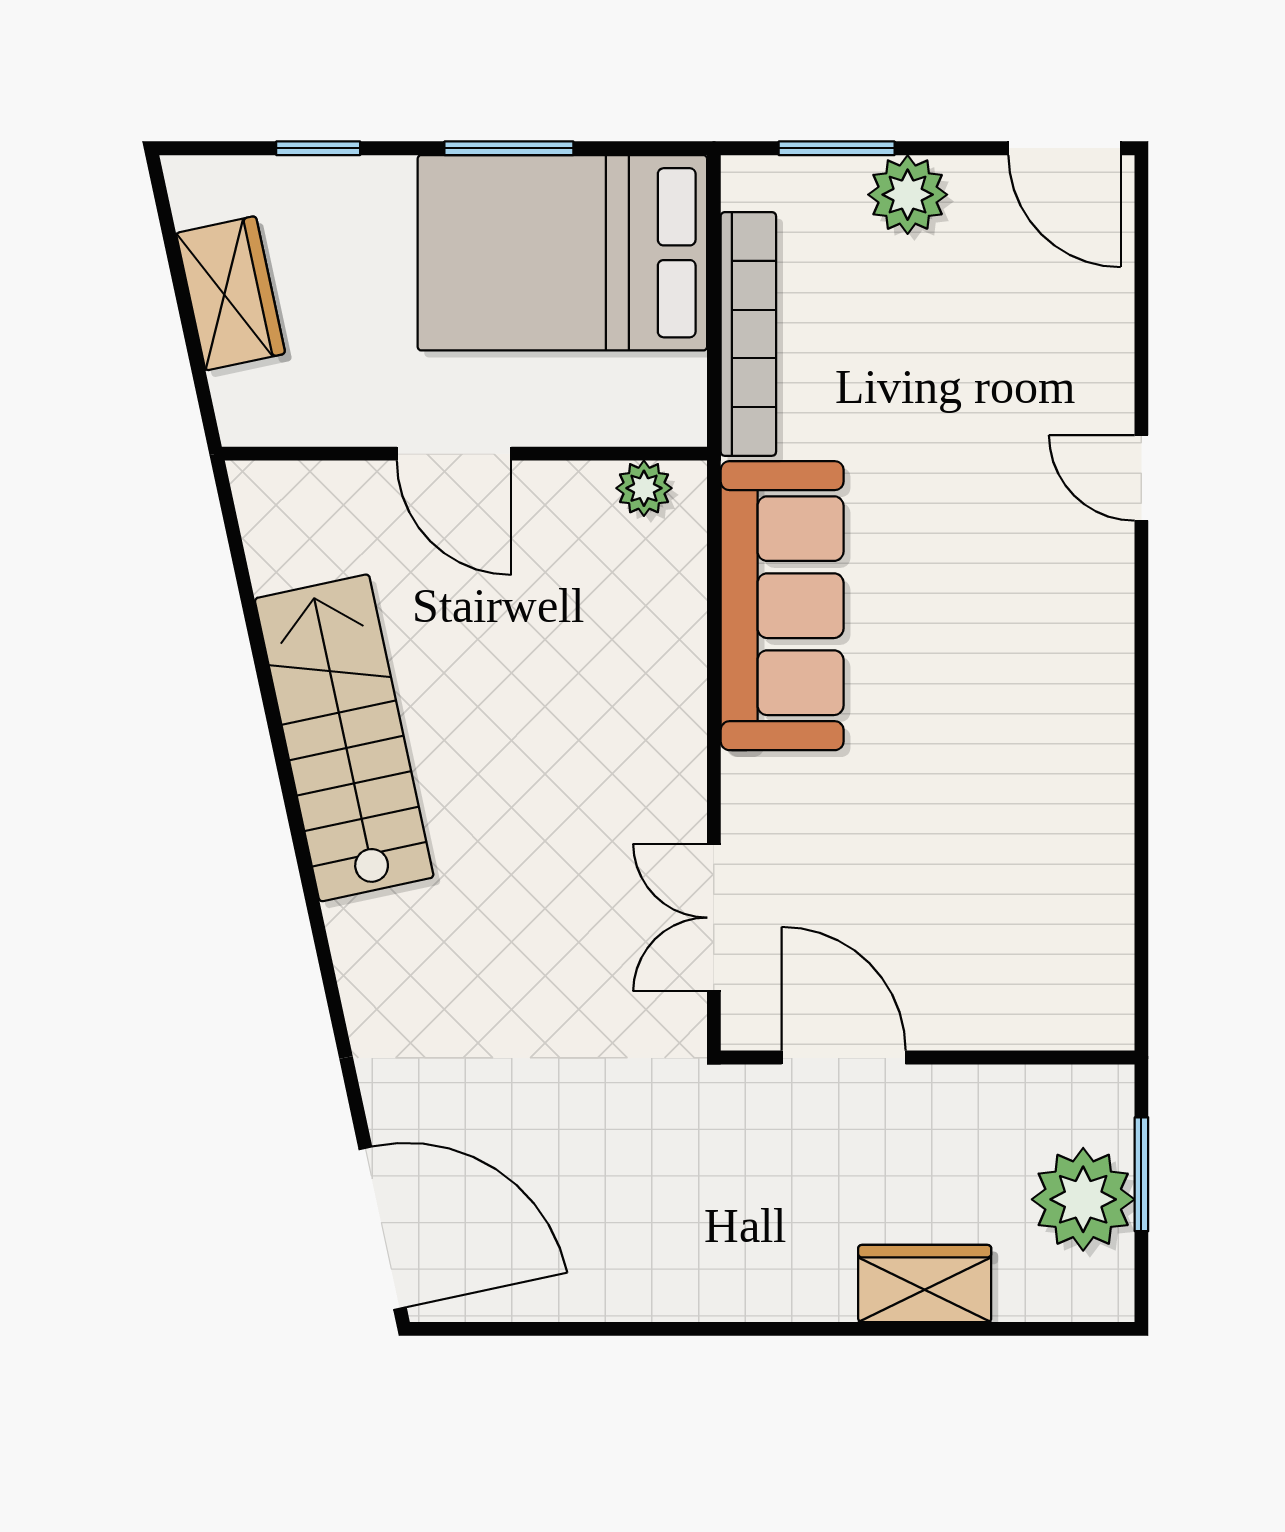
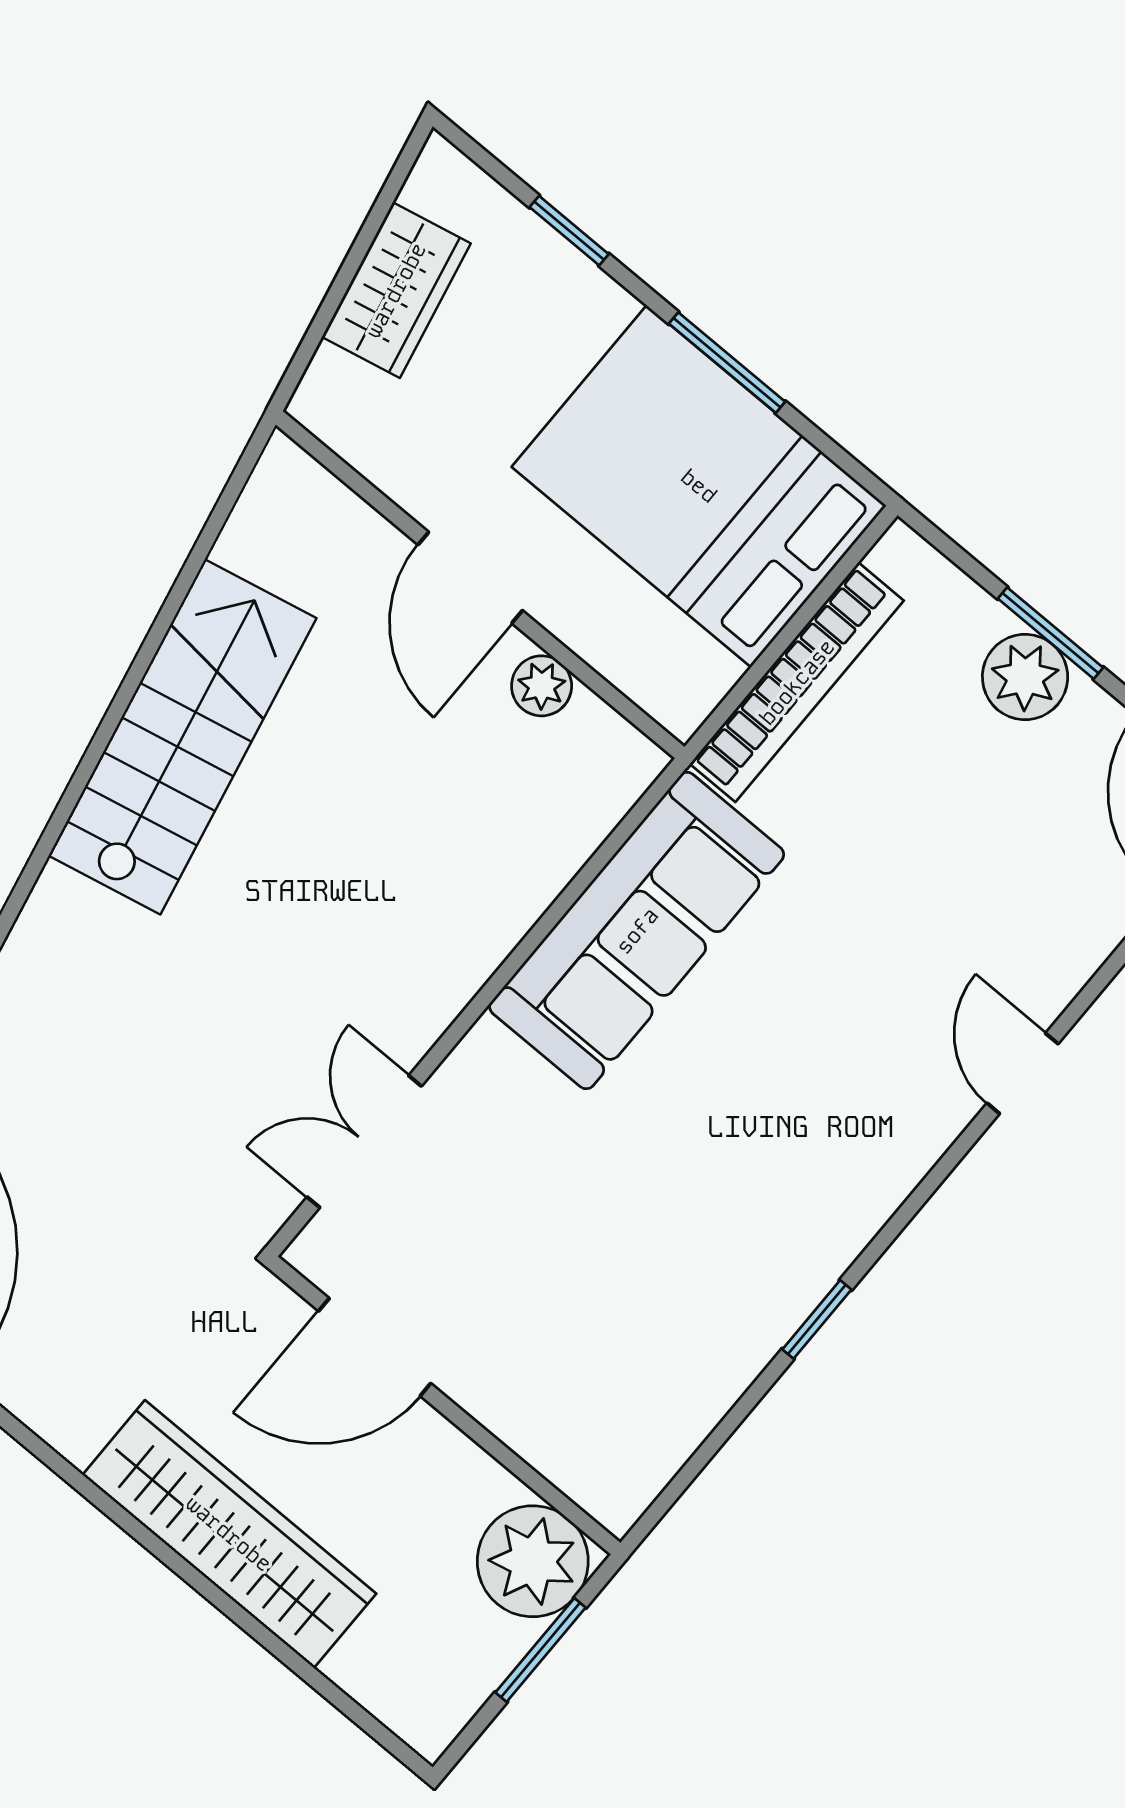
window: (837, 148) -> (1050, 633), moved
plant: (644, 488) -> (542, 686), moved
window: (1141, 775) -> (817, 1319), added
door: (844, 1058) -> (375, 1347), swing flipped
plant: (1083, 1199) -> (533, 1561), moved
wardrobe: (925, 1284) -> (229, 1534), width x2.10, depth x1.17

